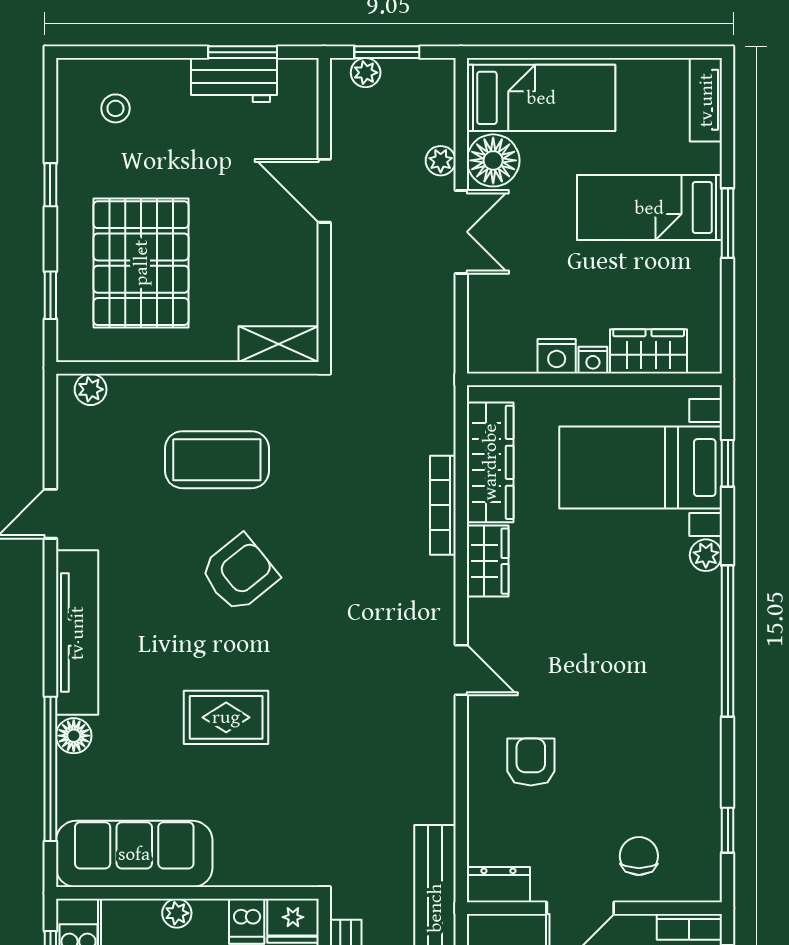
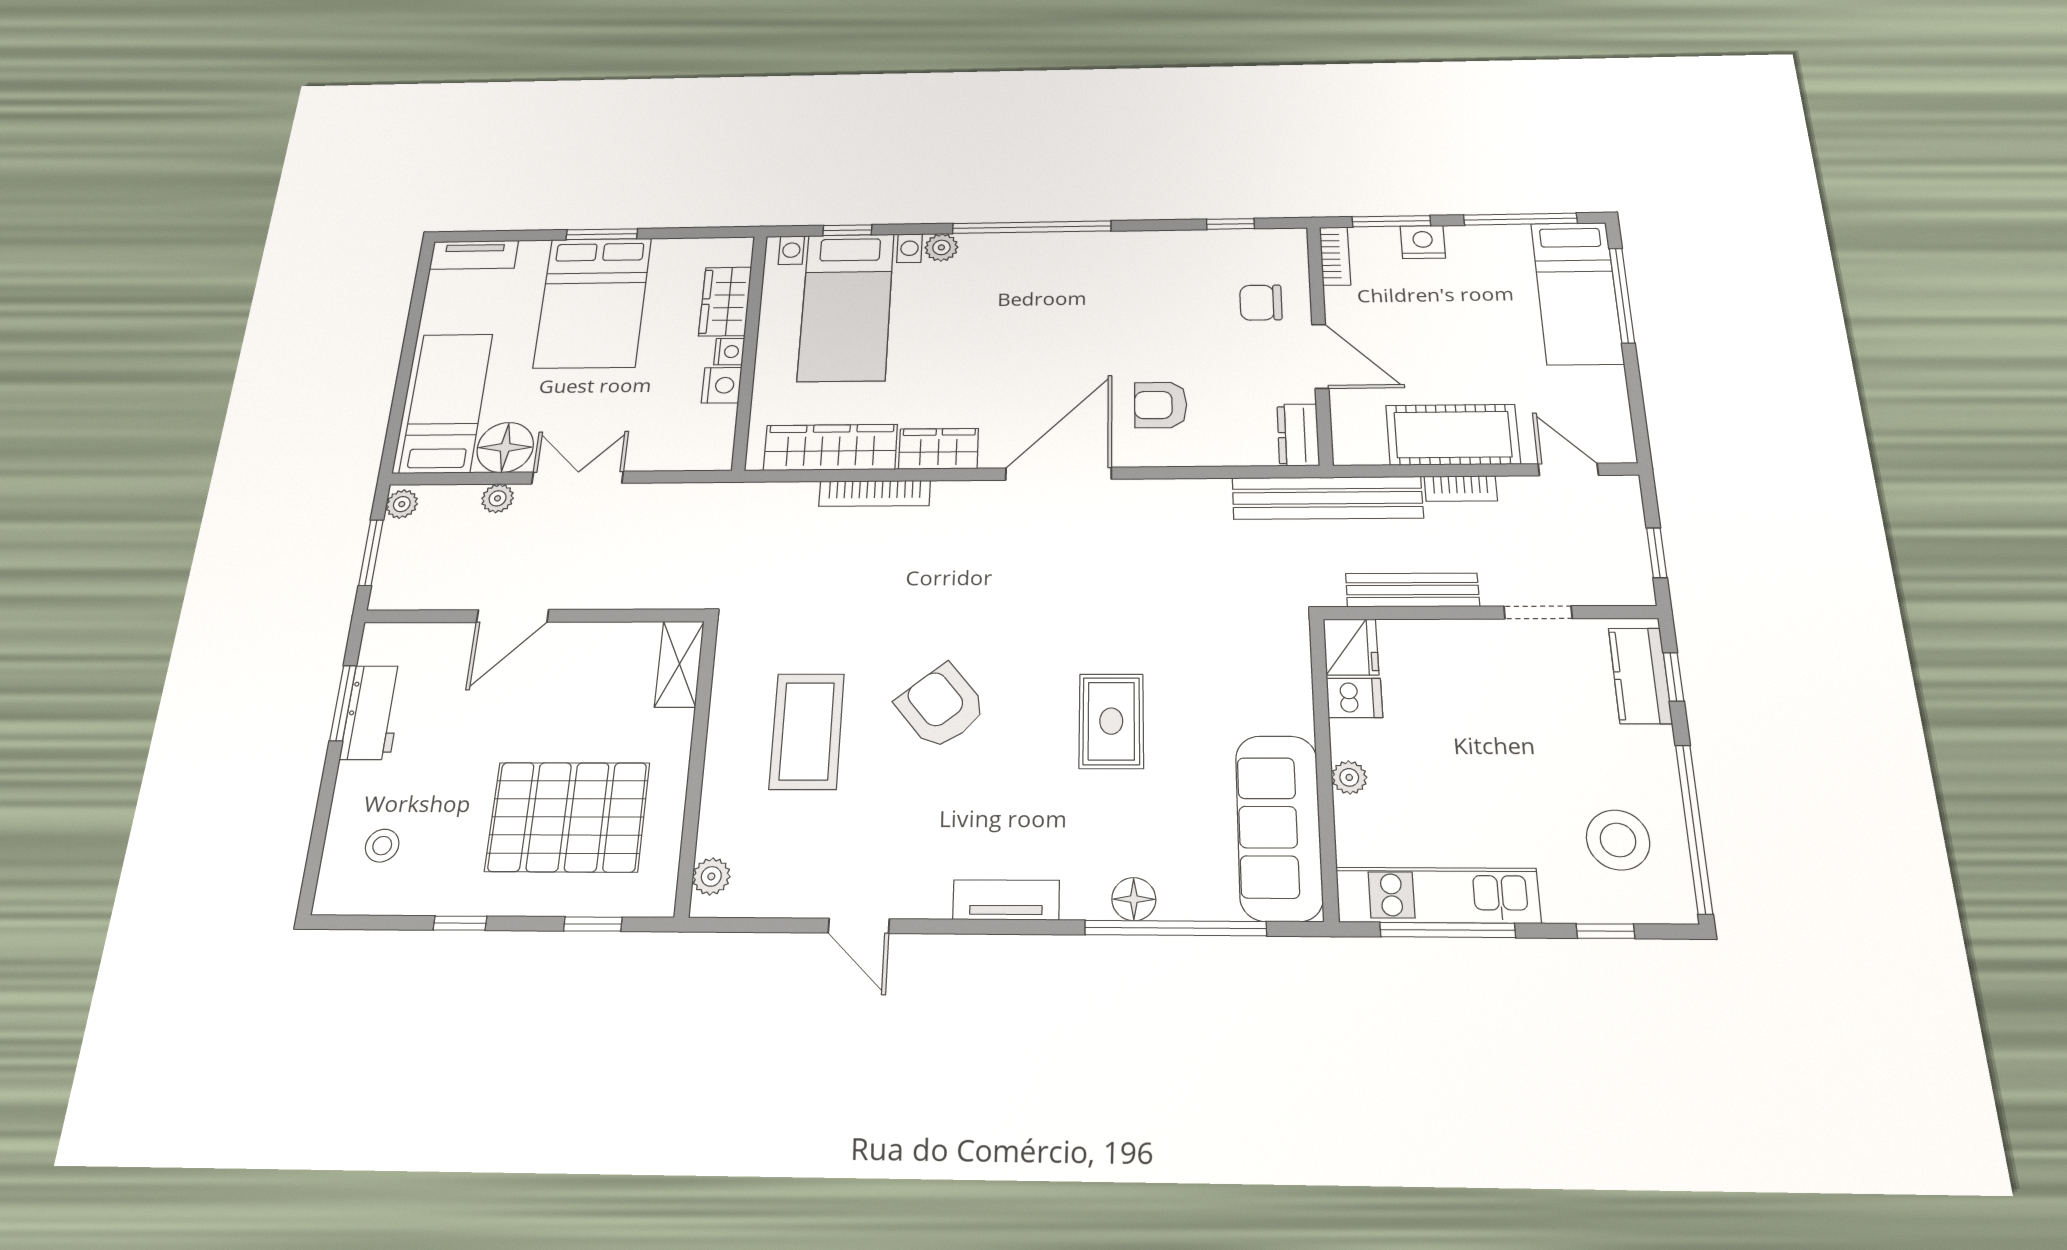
plant: (366, 73) -> (402, 504), moved
bed: (649, 208) -> (593, 302), width x1.50
tv unit: (77, 633) -> (1006, 900), width x0.52, depth x0.78
door: (461, 670) -> (1058, 474), width x1.88

